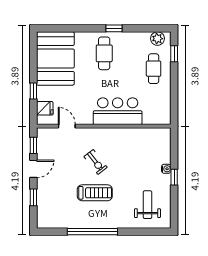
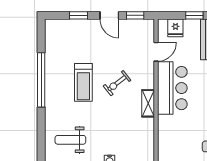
bar counter: (118, 111) -> (172, 88), moved
shelving: (114, 133) -> (148, 103), added
weight bench: (147, 205) -> (70, 140), turned 180

